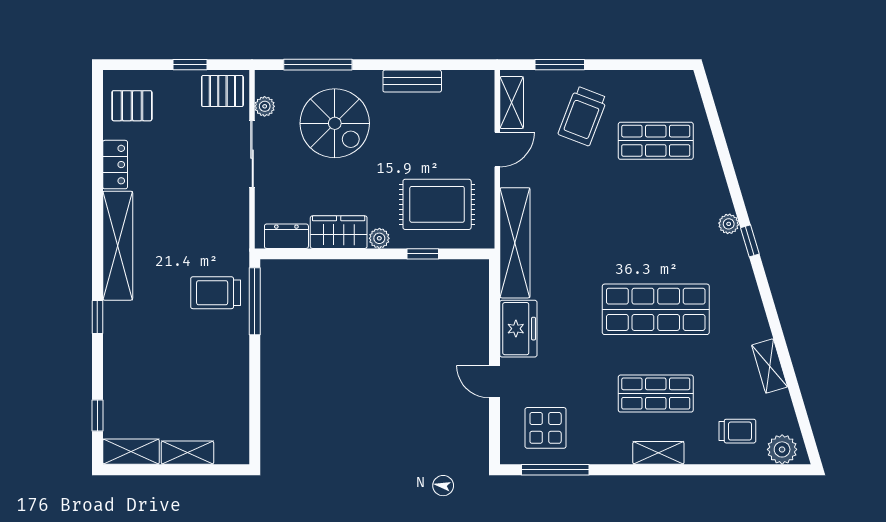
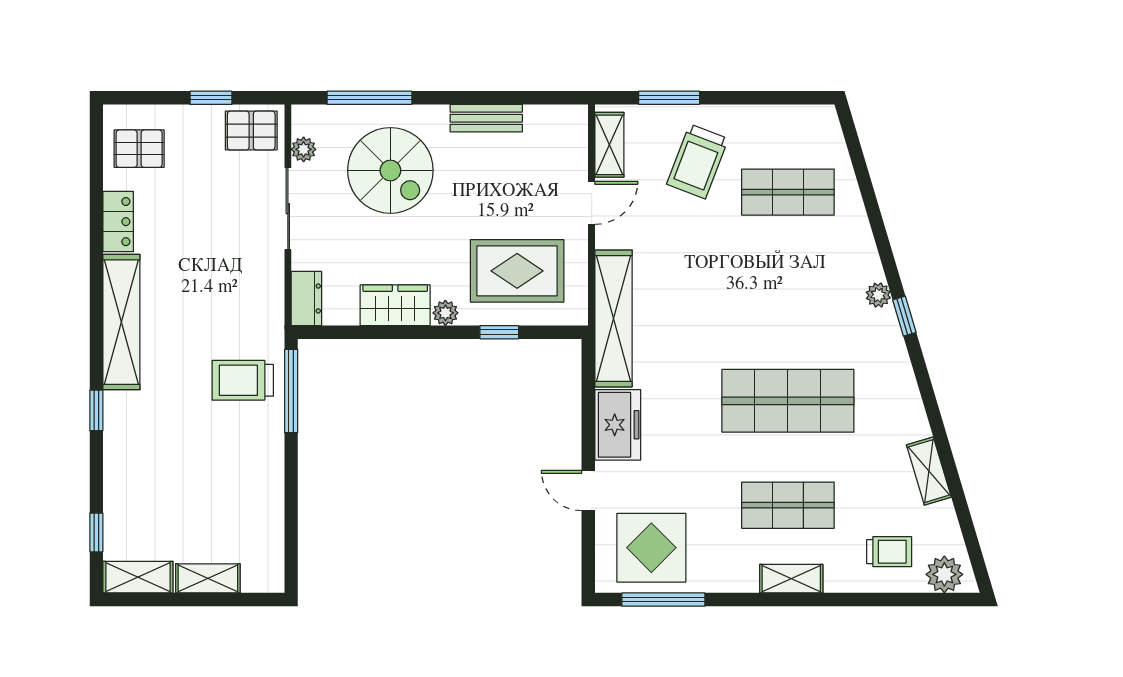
dresser: (286, 236) -> (306, 298), moved, turned 90
display table: (546, 428) -> (651, 548), width x1.36, depth x1.36

